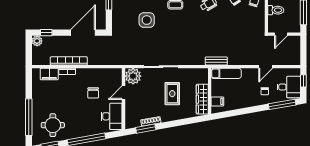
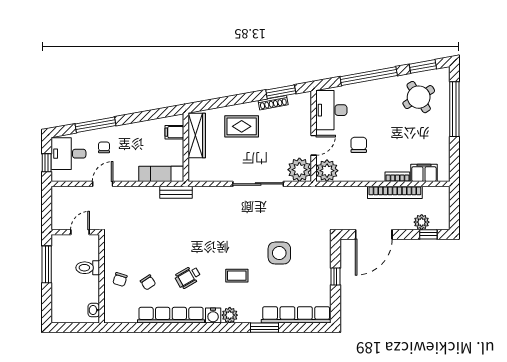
plant: (37, 41) -> (422, 222), moved
plant: (115, 76) -> (327, 171), added
rug: (172, 94) -> (242, 126), moved, turned 90
window: (282, 104) -> (95, 125), moved
round table: (53, 125) -> (419, 97), turned -32

